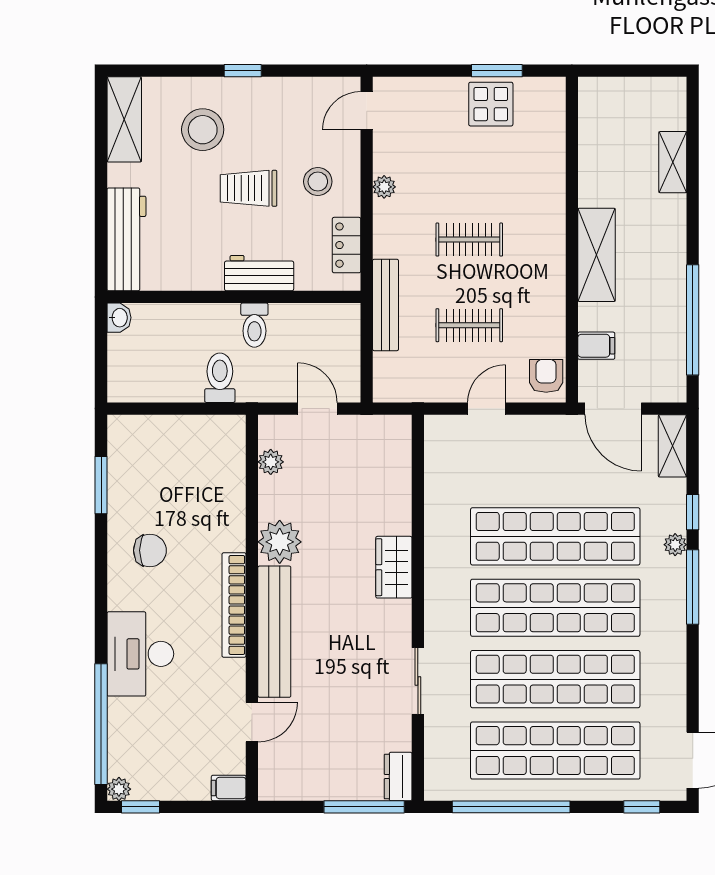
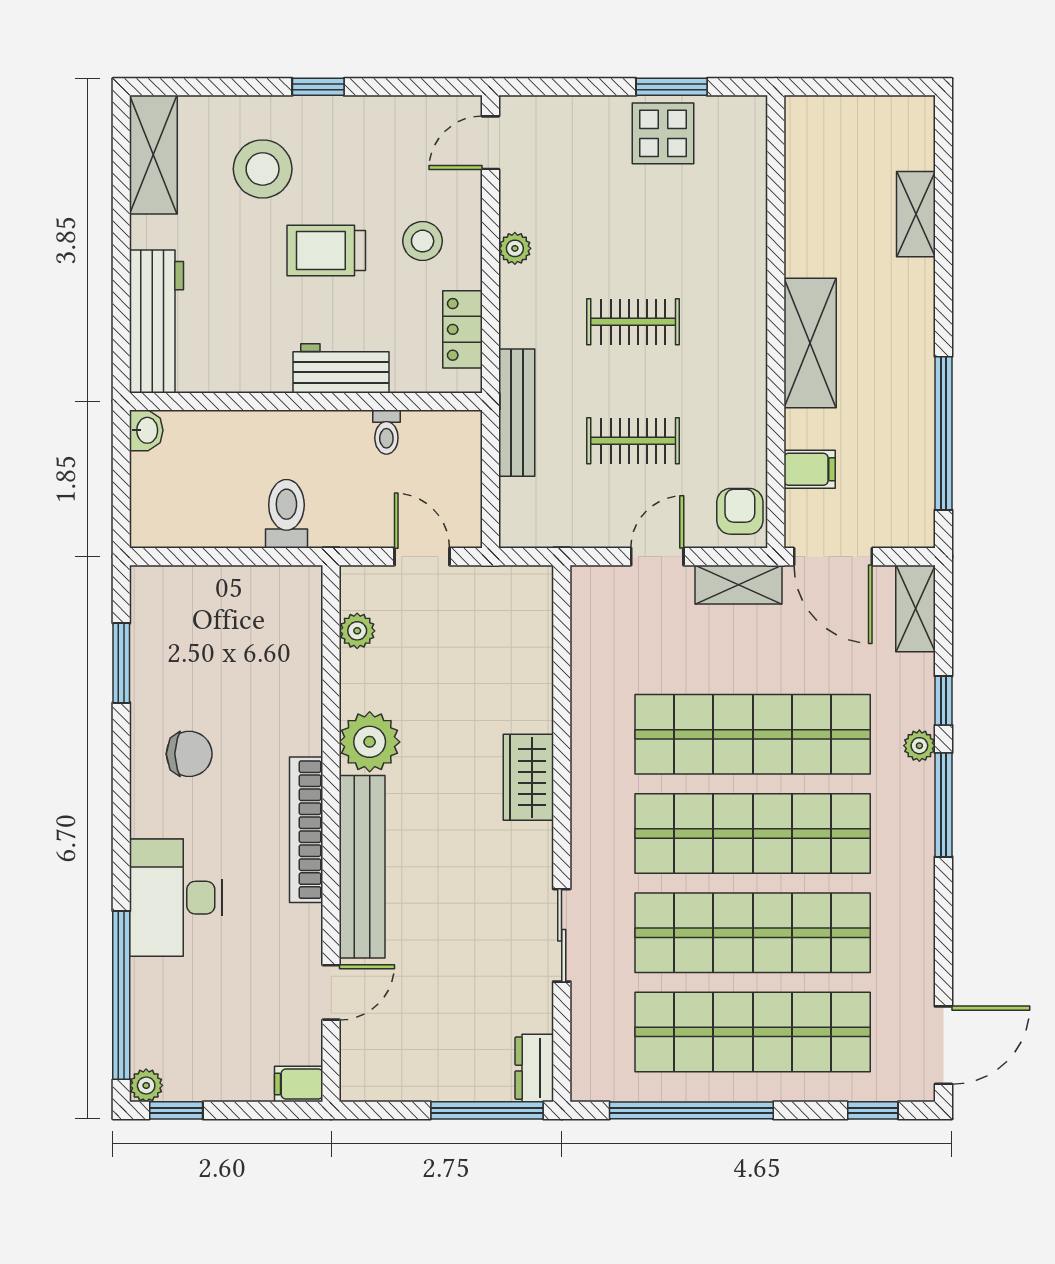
toilet: (254, 325) -> (386, 432), moved, width x0.73, depth x0.72
shelving: (545, 429) -> (739, 585), added

